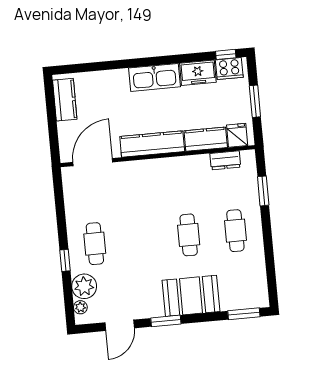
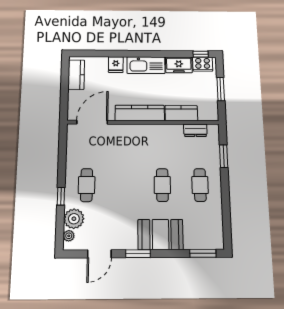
fridge: (237, 135) -> (116, 65), moved, turned 180

